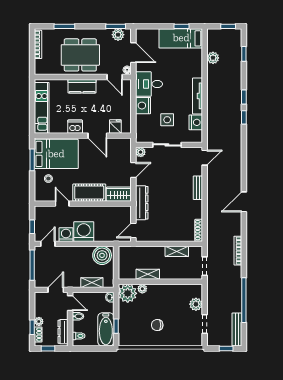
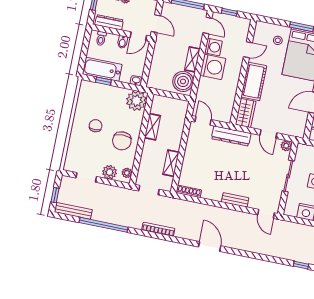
shelving: (92, 283) -> (192, 59), moved
plant: (142, 289) -> (127, 173), moved
chair: (166, 299) -> (122, 141), added

